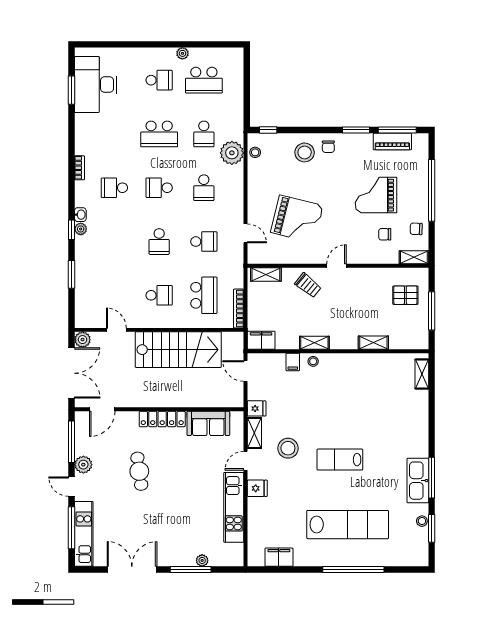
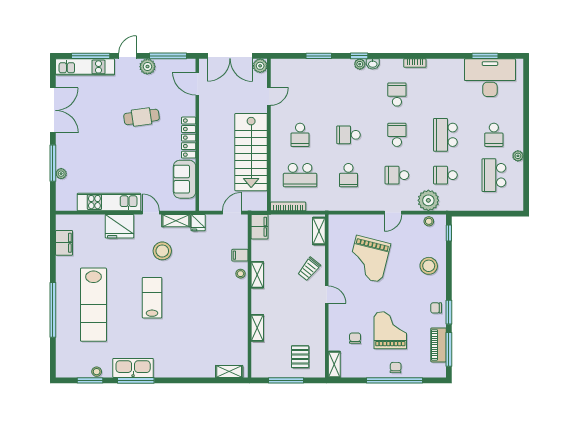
chair: (328, 147) -> (436, 308), moved
chair: (416, 229) -> (396, 368), moved
door: (245, 233) -> (393, 213), moved
fridge: (257, 488) -> (120, 226), width x1.88, depth x1.34

